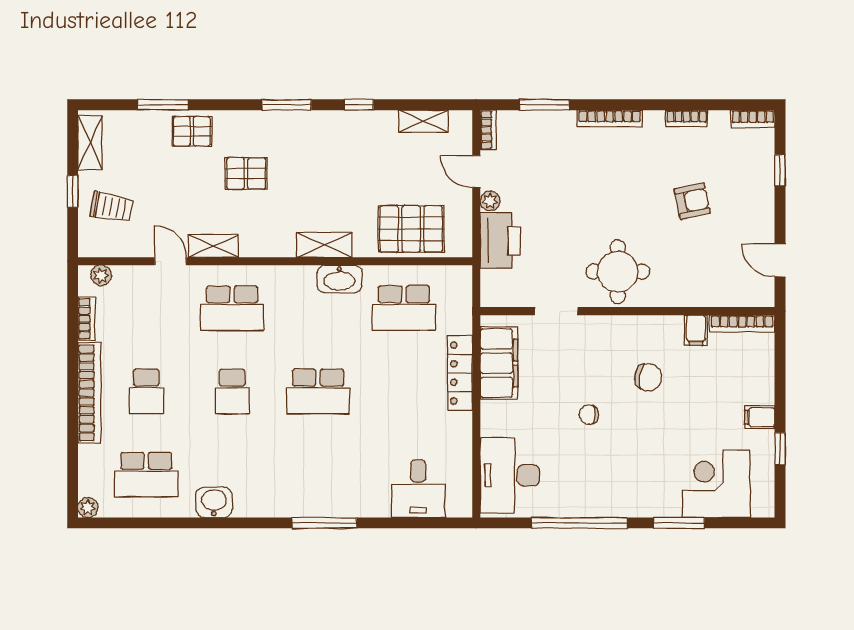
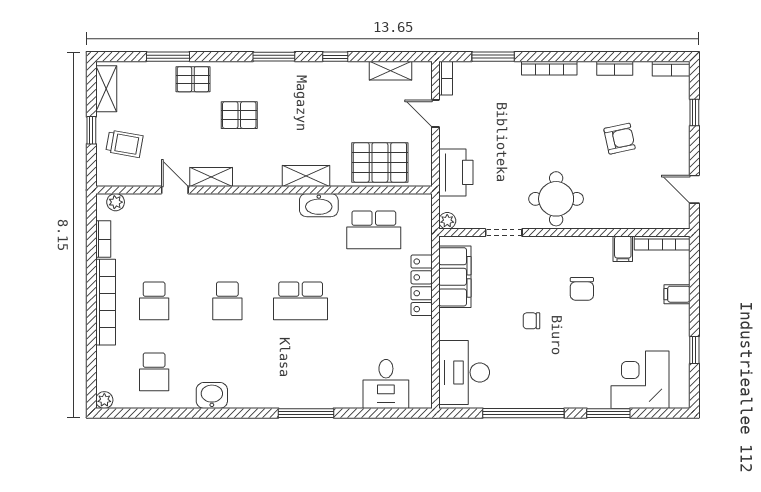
plant: (490, 201) -> (447, 221), moved
school desk: (232, 308) -> (227, 230), removed
chair: (648, 377) -> (582, 289), turned 80
filing cabinet: (760, 417) -> (677, 294), moved
school desk: (146, 475) -> (154, 372), width x0.54

